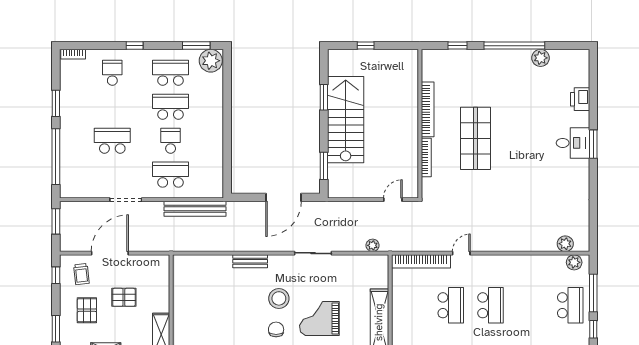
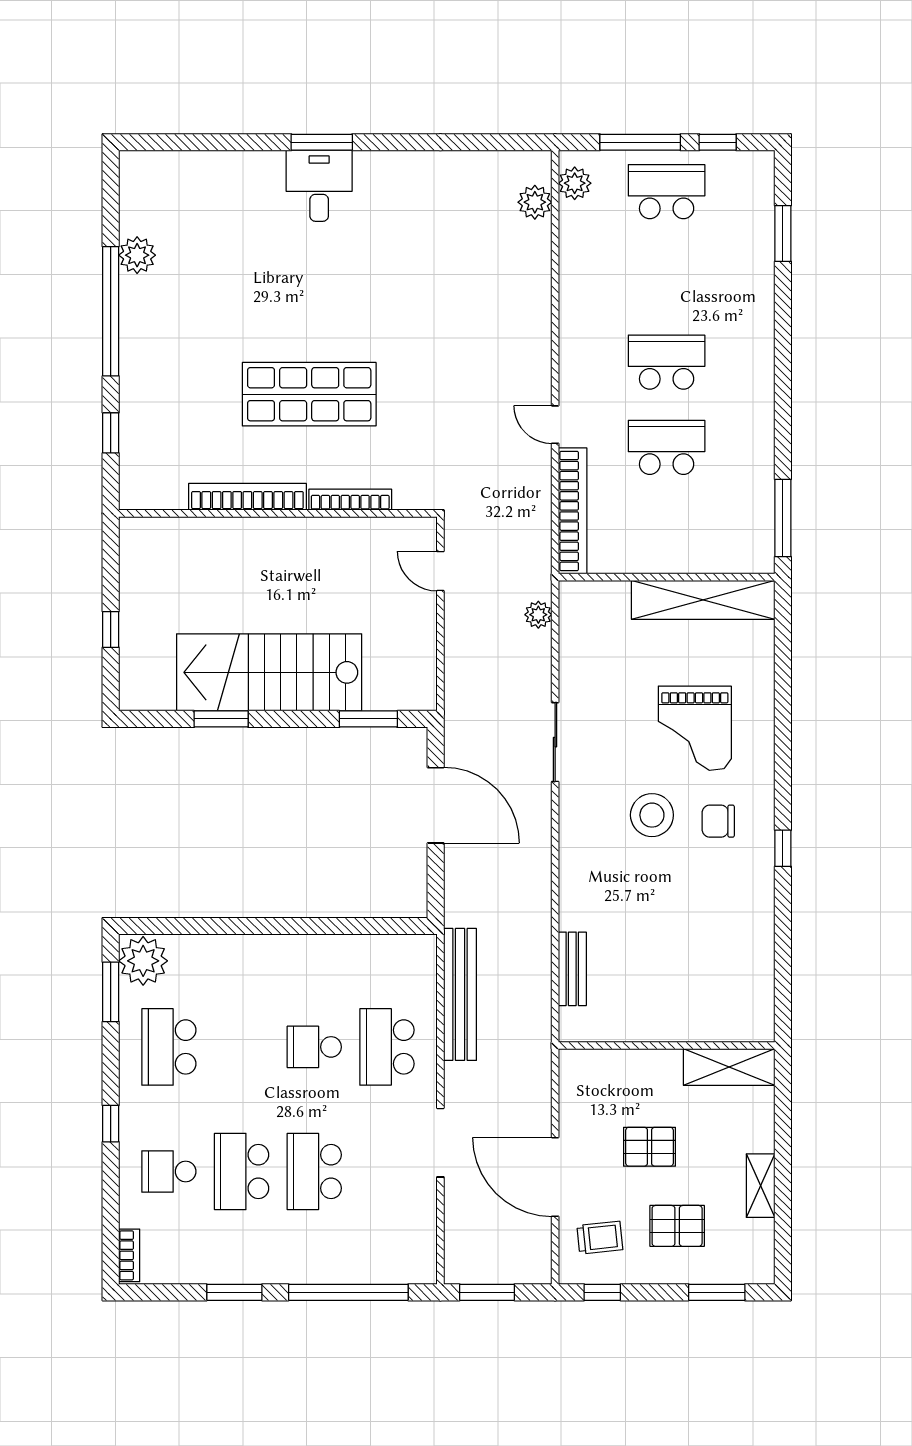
printer: (580, 99) -> (225, 170), removed
school desk: (171, 107) -> (242, 1172), moved
bench: (250, 261) -> (572, 969), moved
pallet: (124, 297) -> (650, 1147), turned 90

